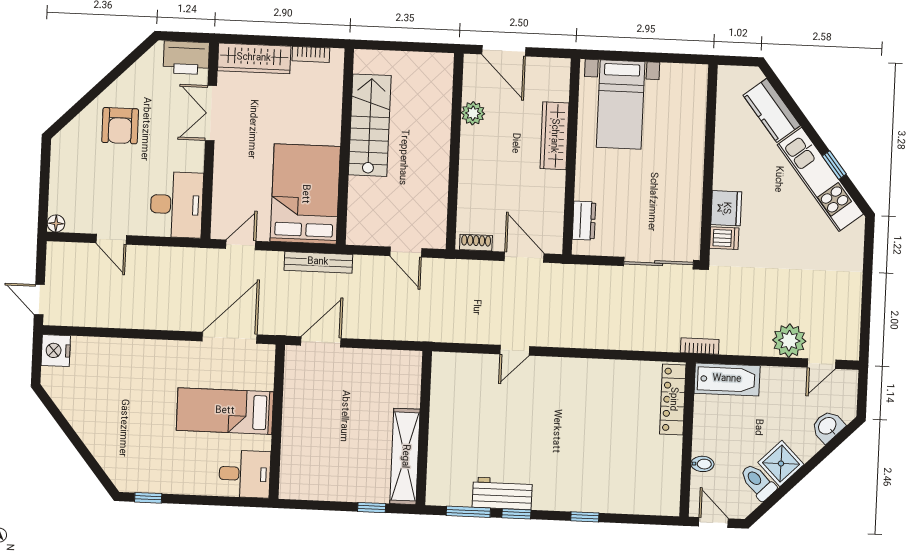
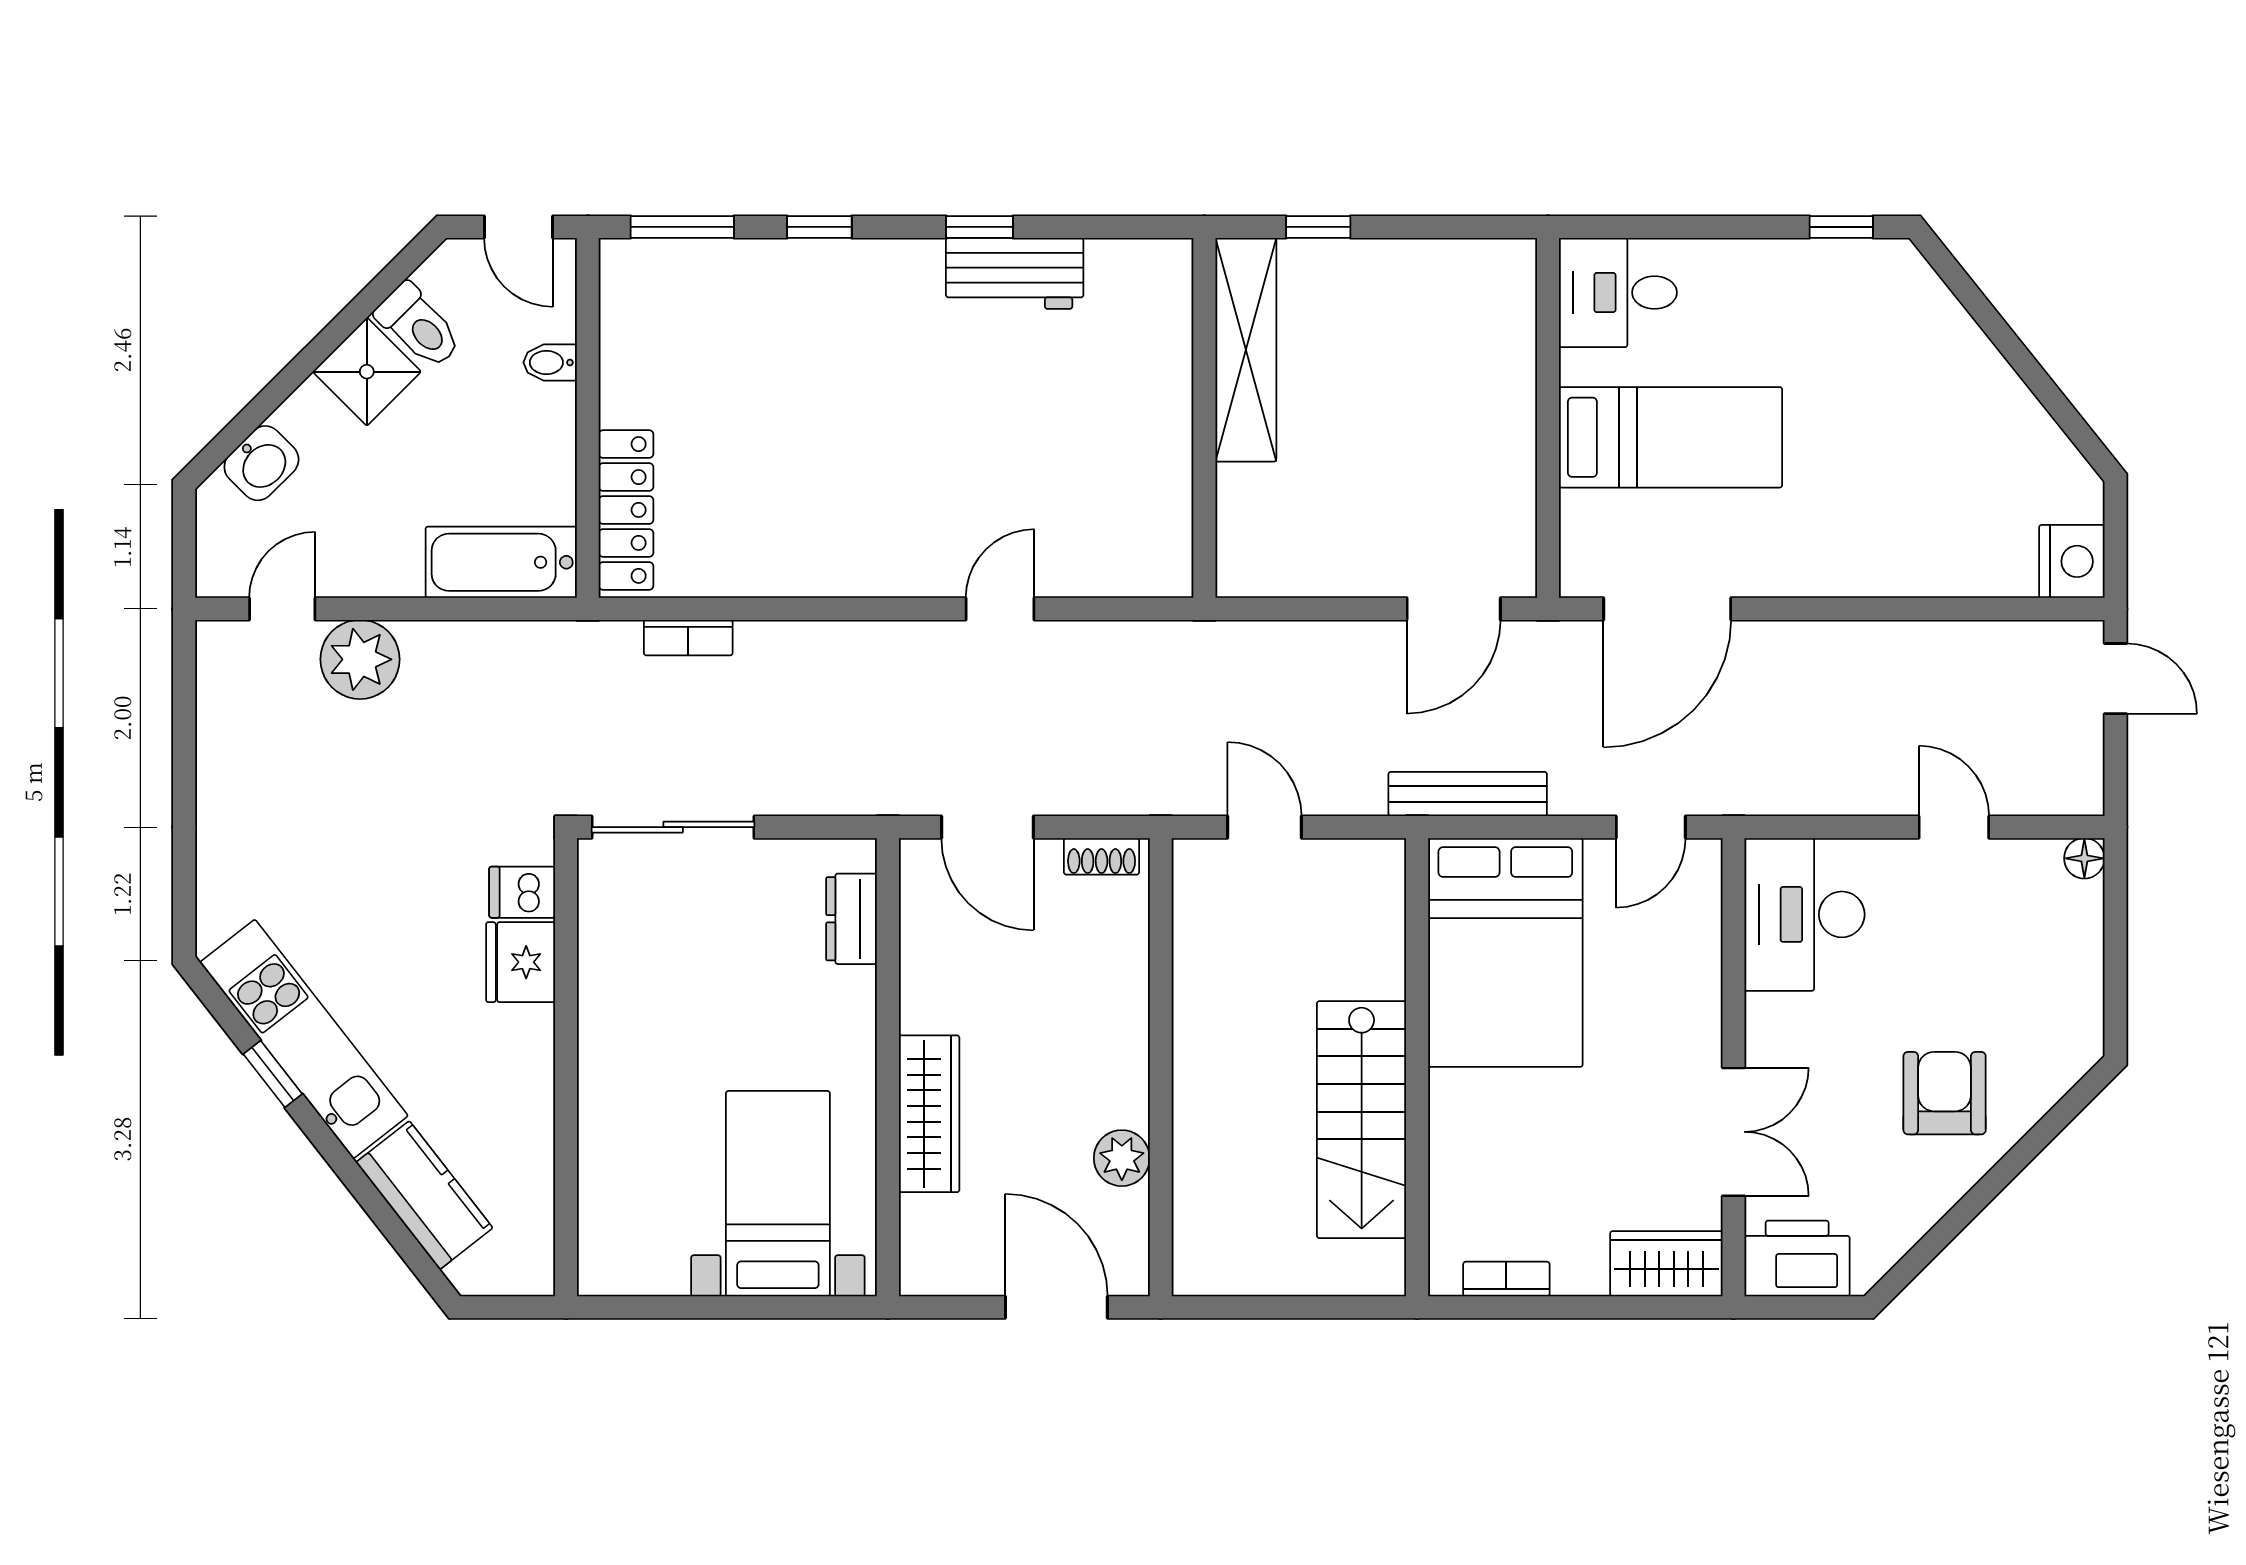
wardrobe: (254, 58) -> (1666, 1264), width x0.67
bookcase: (700, 346) -> (688, 638), moved
window: (468, 512) -> (682, 227), moved

